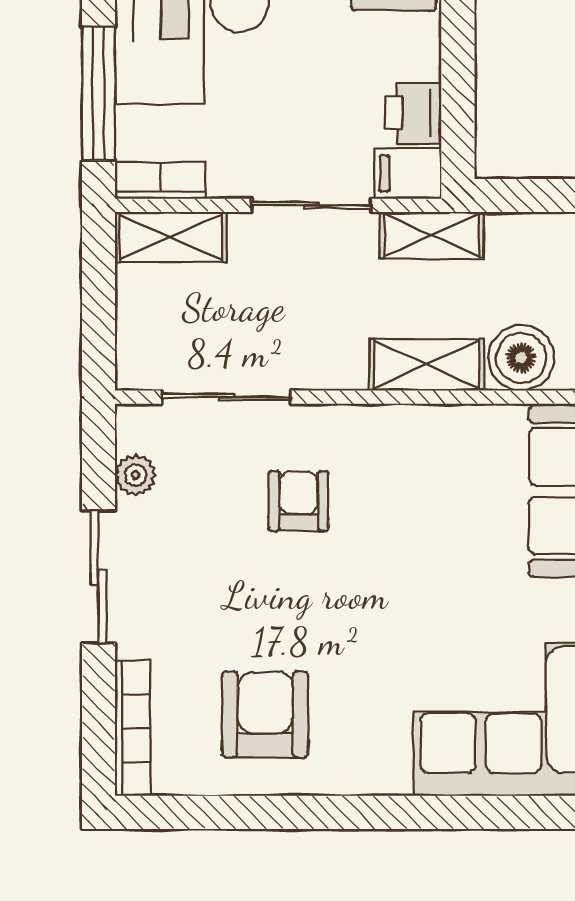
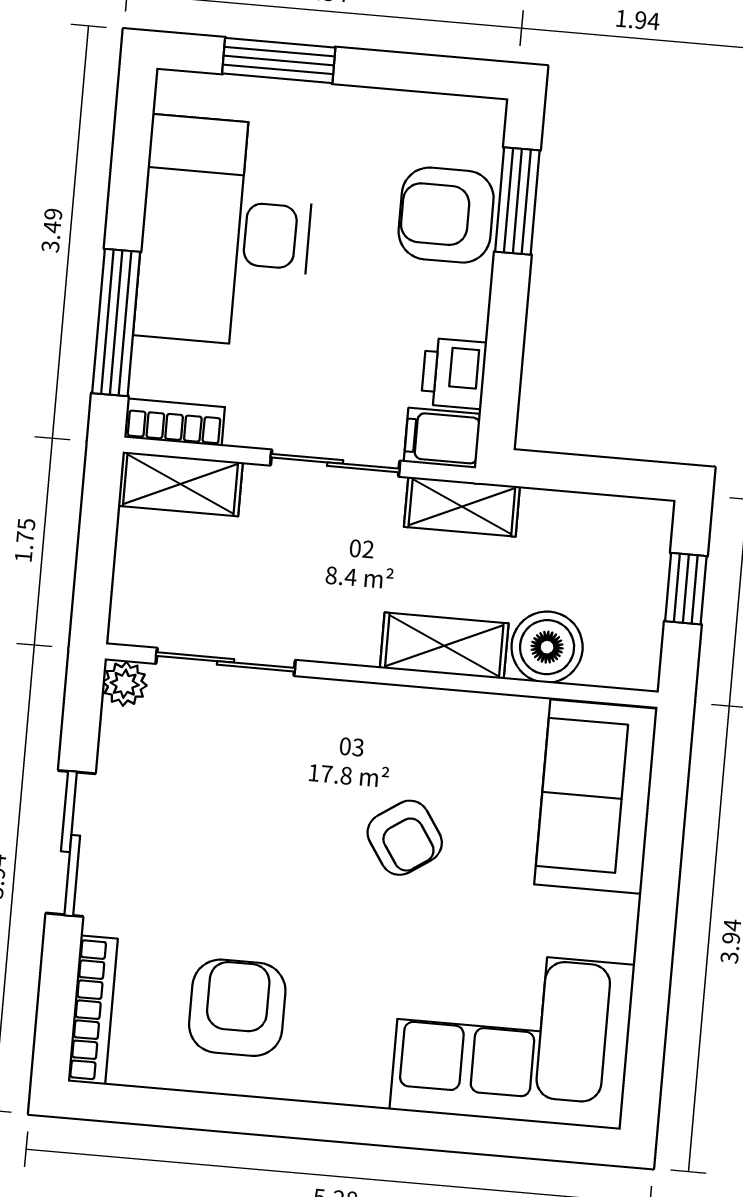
plant: (135, 475) -> (125, 684), moved
armchair: (299, 501) -> (405, 838), moved, turned 146

